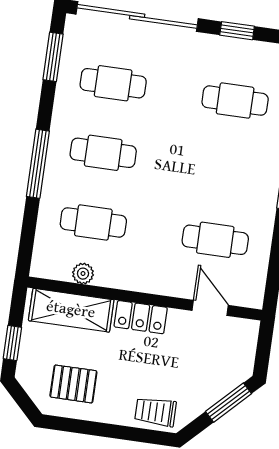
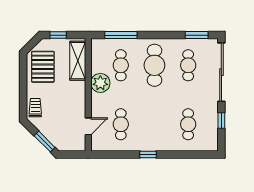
cafe table: (103, 153) -> (154, 65), width x1.37, depth x1.35
window: (38, 164) -> (121, 35), moved
plant: (83, 274) -> (100, 83), moved, width x1.87, depth x1.87
locker: (141, 317) -> (79, 94), removed
pallet: (73, 384) -> (43, 67), width x1.50, depth x1.42

